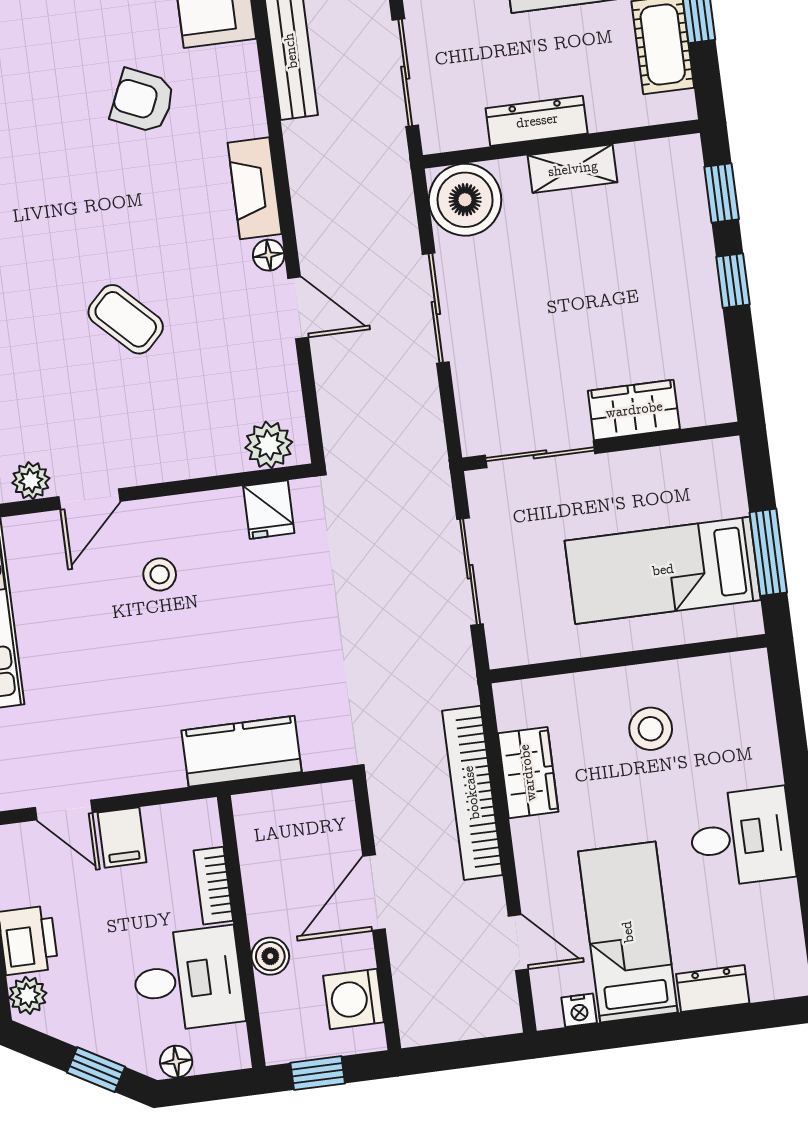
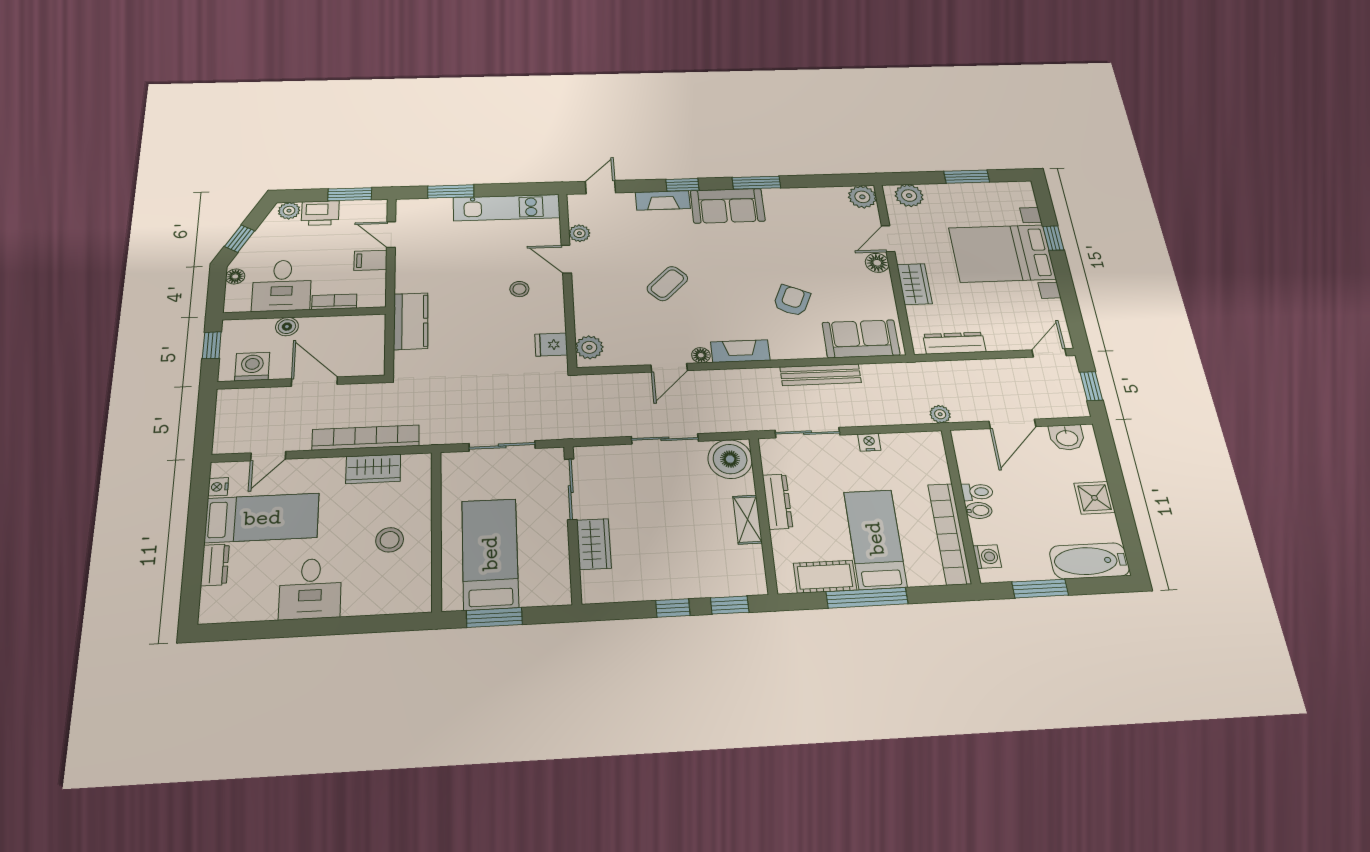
door: (64, 810) -> (391, 235), hinge flipped

